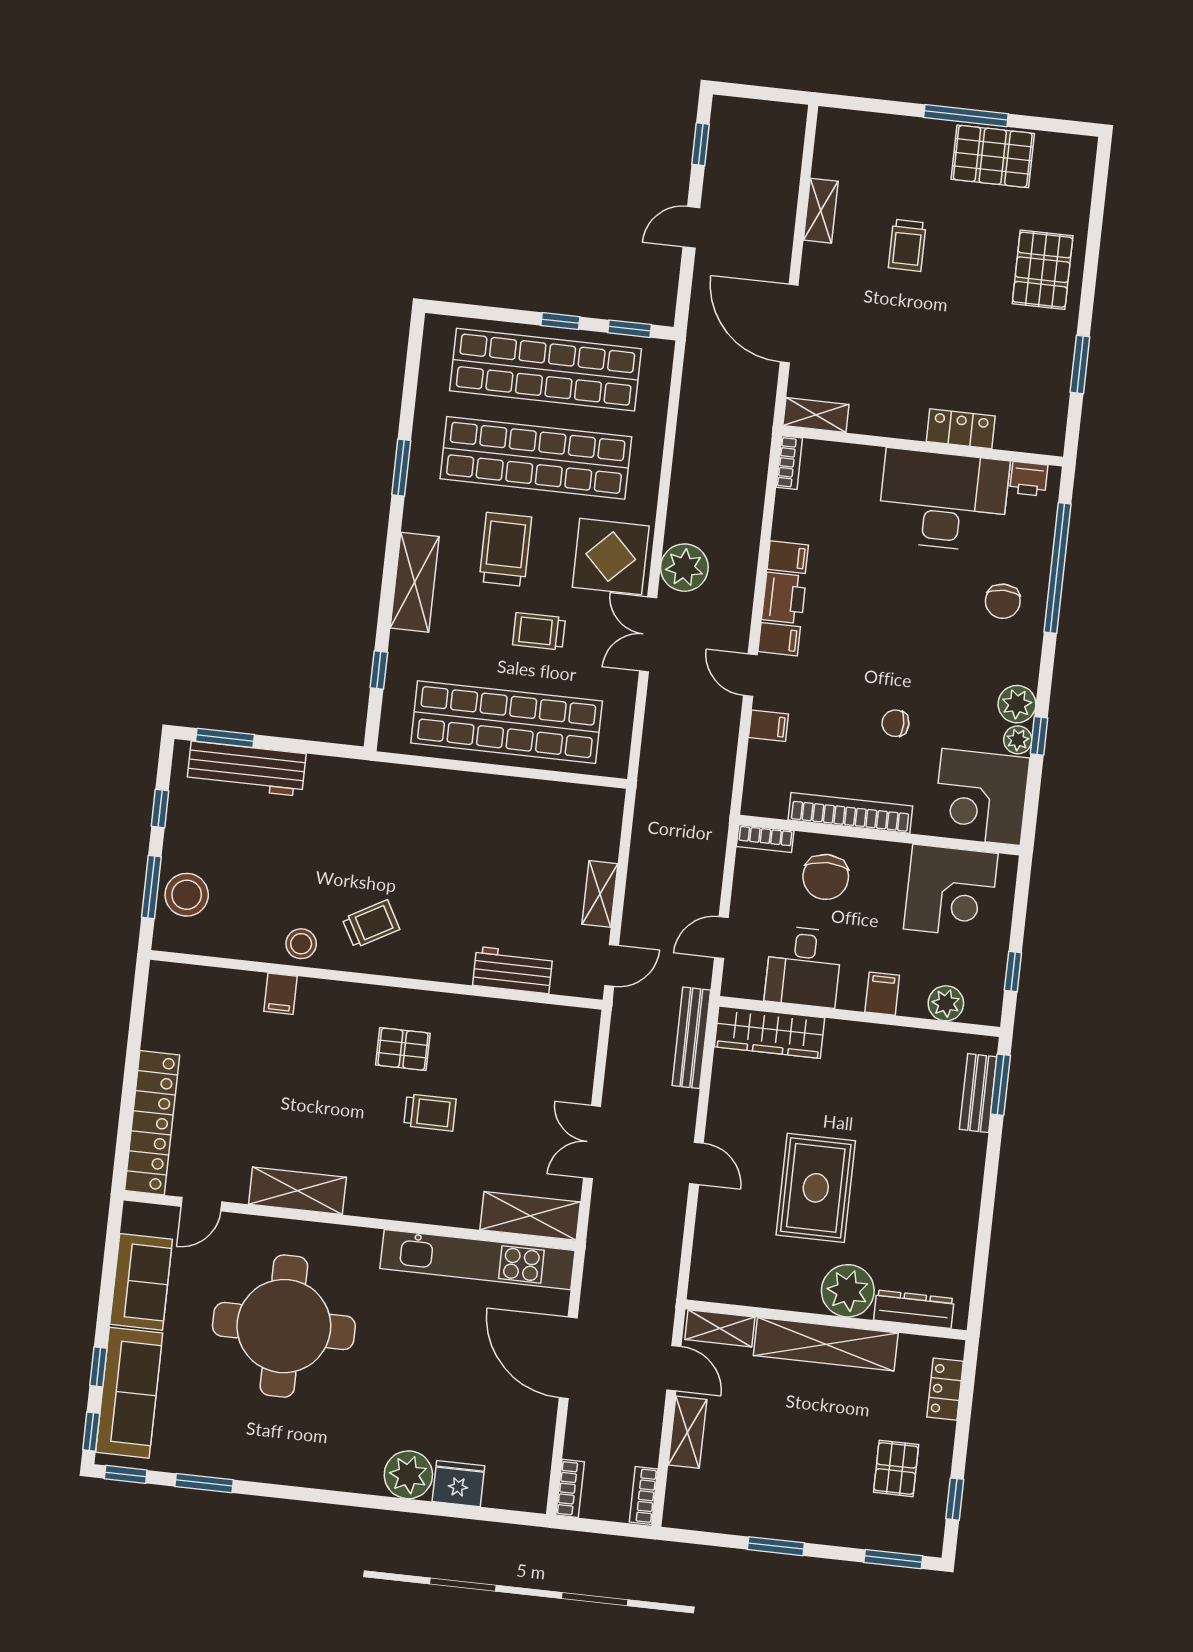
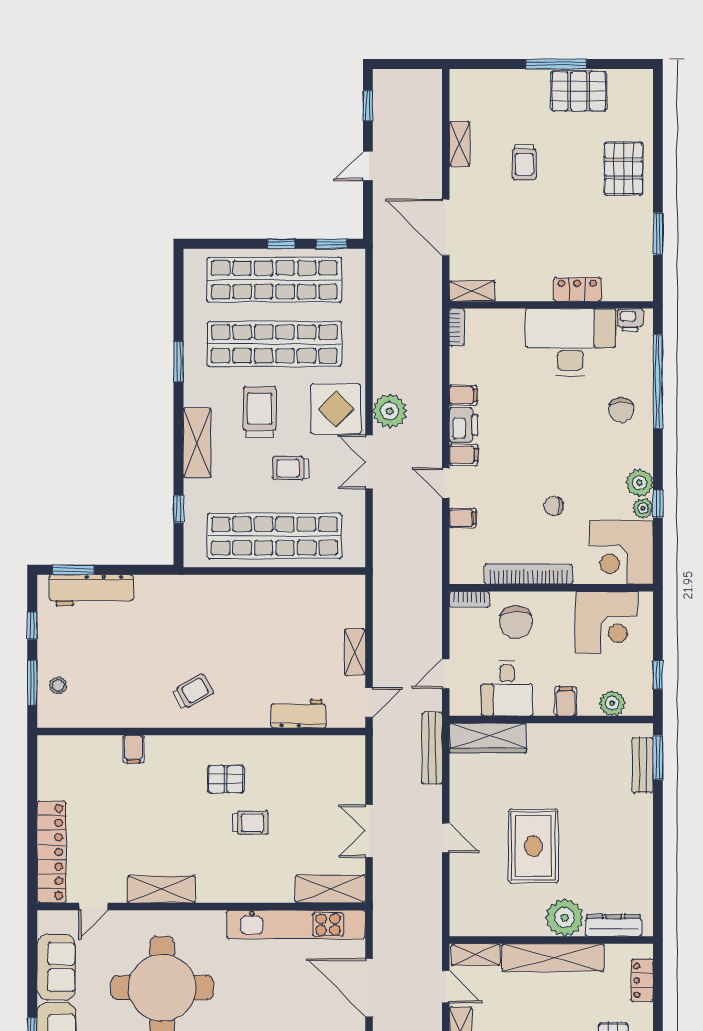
stool: (187, 895) -> (58, 685), width x0.53, depth x0.53
stool: (301, 944) -> (144, 712), removed

